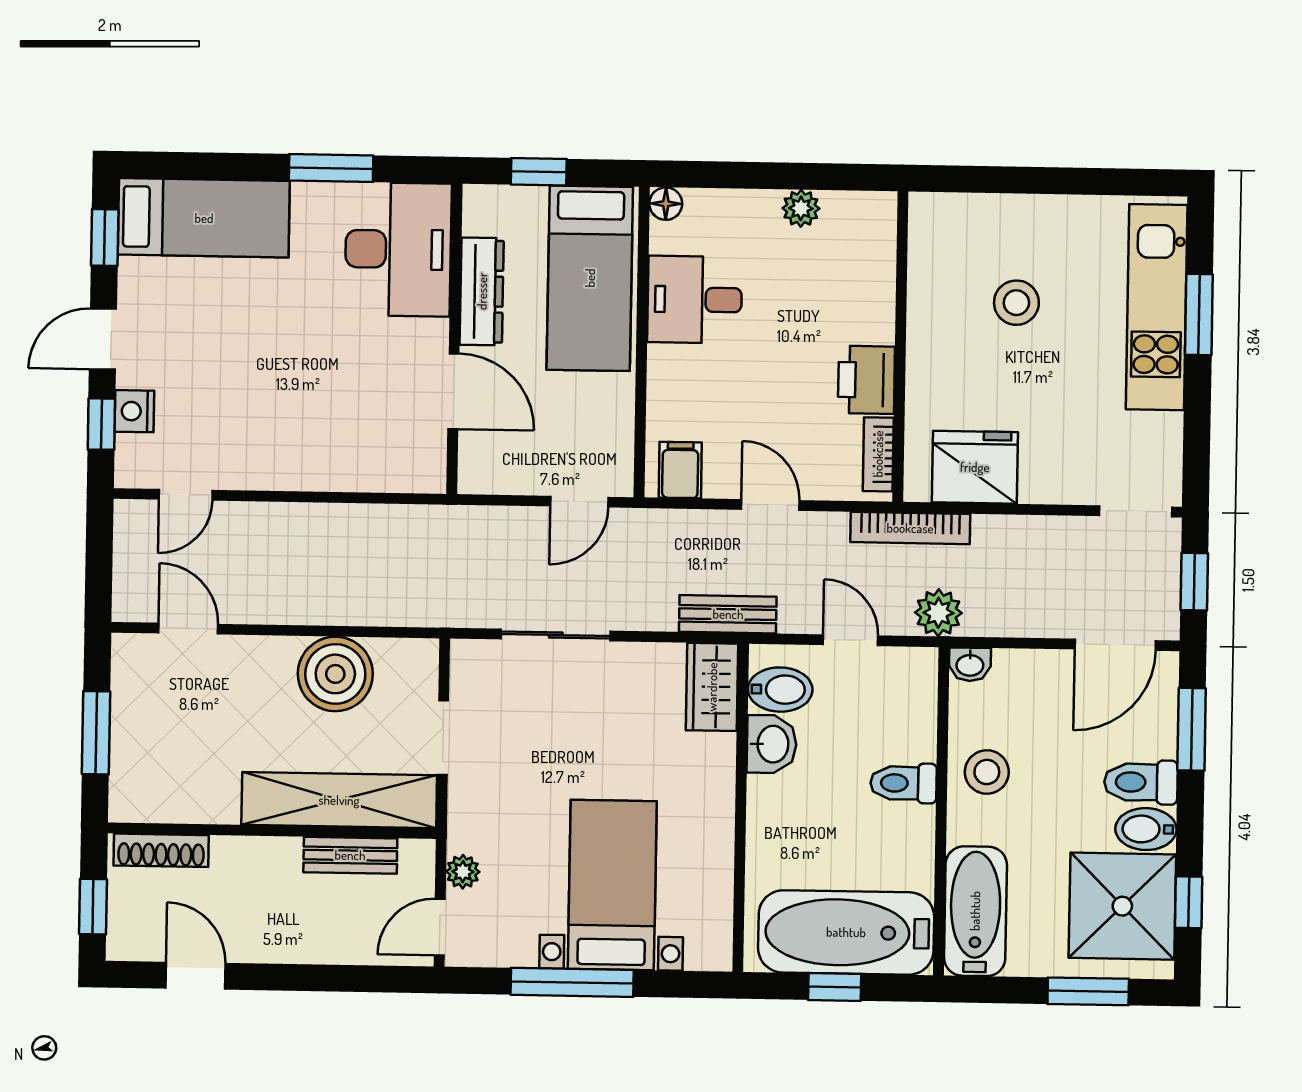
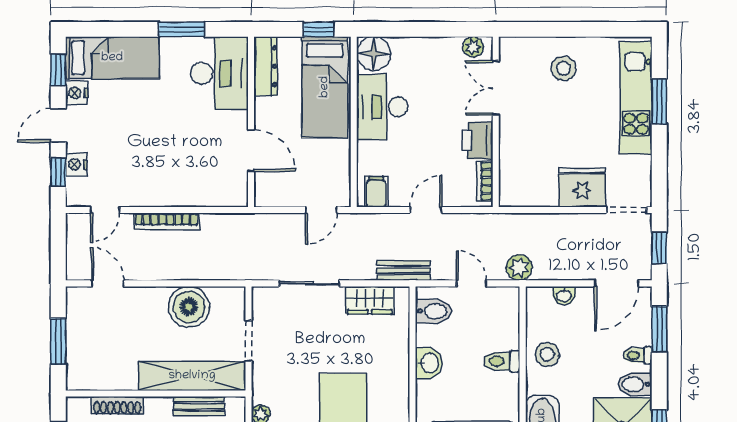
window: (539, 172) -> (319, 29), moved
floor lamp: (666, 204) -> (374, 54), width x1.89, depth x1.89
plant: (801, 208) -> (473, 47), moved
nightstand: (137, 280) -> (77, 93), added
double door: (901, 285) -> (496, 88), added
dresser: (482, 291) -> (265, 66), moved
desk: (695, 300) -> (382, 107), width x1.37
stool: (1016, 303) -> (564, 68), moved
fridge: (975, 467) -> (582, 187), moved
door: (770, 505) -> (426, 210), hinge flipped
bookcase: (910, 528) -> (166, 221), moved
washbasin: (970, 664) -> (564, 296), moved
wardrobe: (712, 687) -> (370, 300), moved, turned -90
washbasin: (772, 744) -> (429, 363), moved
toilet: (1141, 782) -> (637, 355), width x0.73, depth x0.72
shoe rack: (161, 850) -> (117, 405), moved

